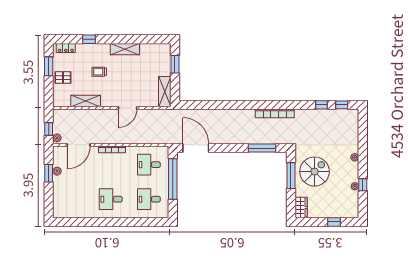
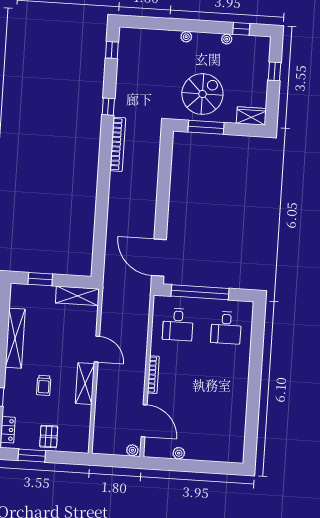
shelving: (125, 49) -> (15, 338), width x1.47
shelving: (86, 101) -> (85, 384), moved
window: (322, 105) -> (108, 107), moved
window: (49, 129) -> (119, 461), removed
door: (196, 148) -> (159, 258), hinge flipped
window: (262, 148) -> (165, 165), removed
spiral stairs: (315, 172) -> (202, 94), turned 90
window: (49, 173) -> (181, 465), removed
window: (363, 185) -> (241, 29), moved
desk: (111, 199) -> (223, 381), removed

